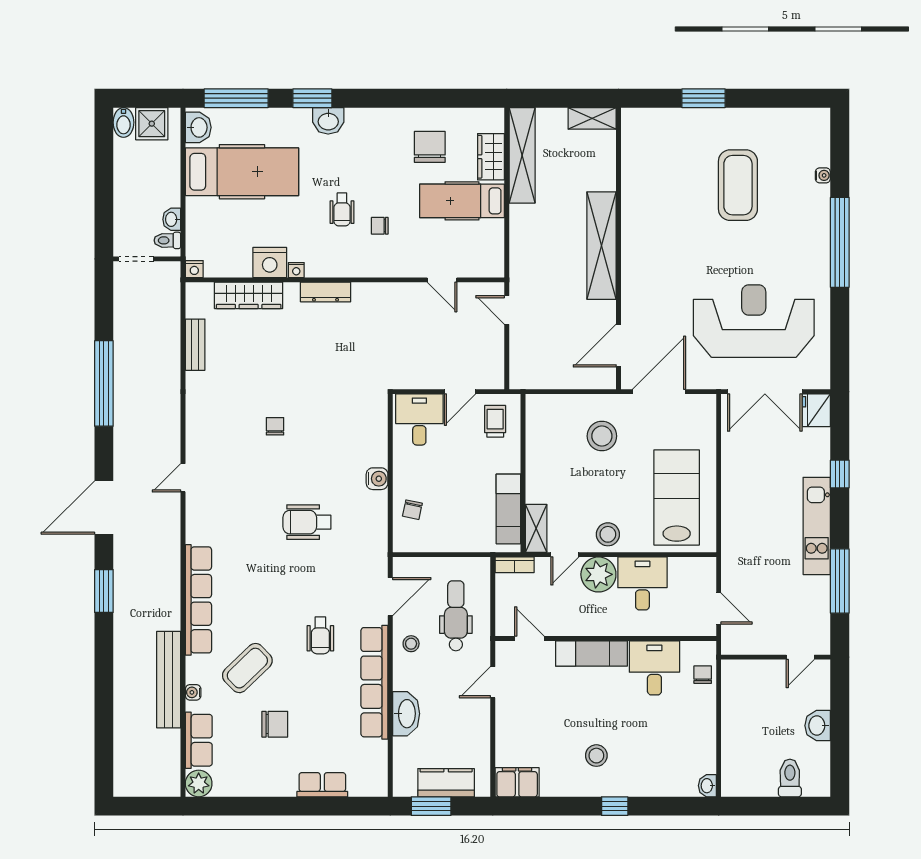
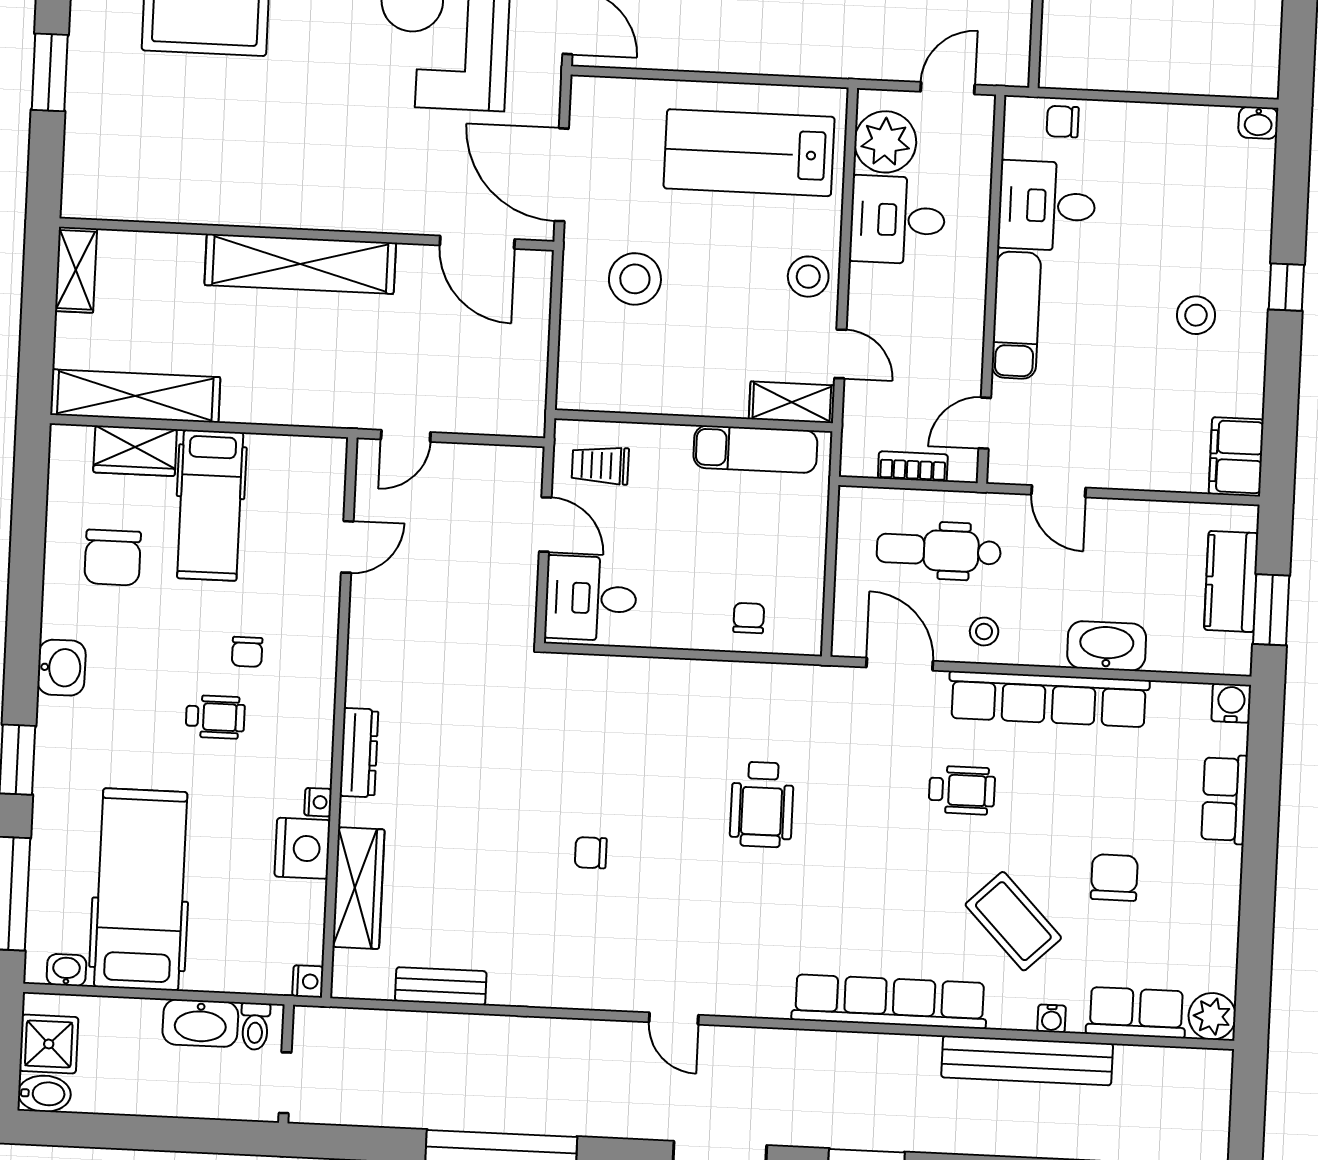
washbasin: (328, 121) -> (62, 668), moved
washbasin: (198, 127) -> (66, 970), width x0.72, depth x0.69
chair: (430, 147) -> (113, 558), turned -90
washbasin: (172, 219) -> (200, 1023), width x1.91, depth x1.45
water cooler: (377, 479) -> (1231, 703), moved
chair: (412, 510) -> (749, 618), turned -102
bookcase: (515, 565) -> (913, 466), moved, turned -90
plant: (598, 574) -> (885, 142), moved

